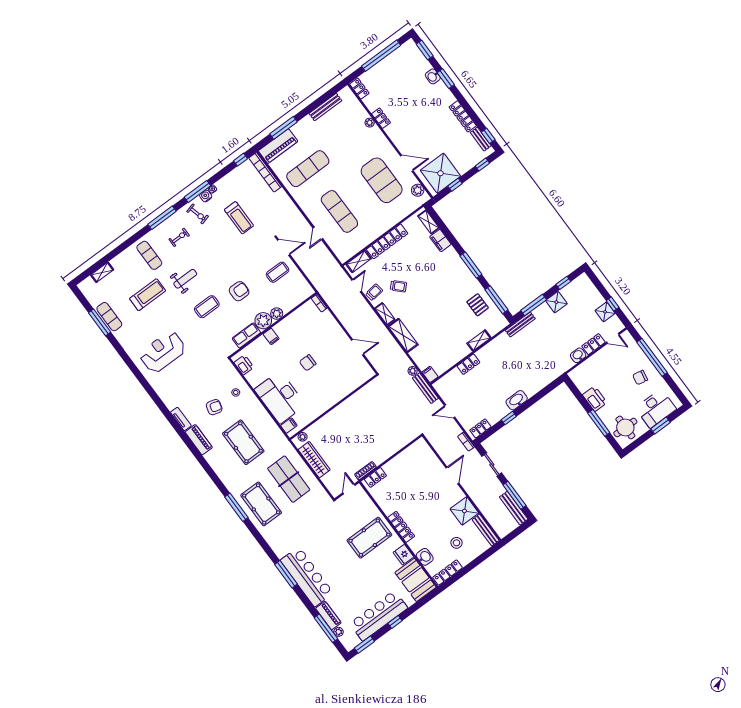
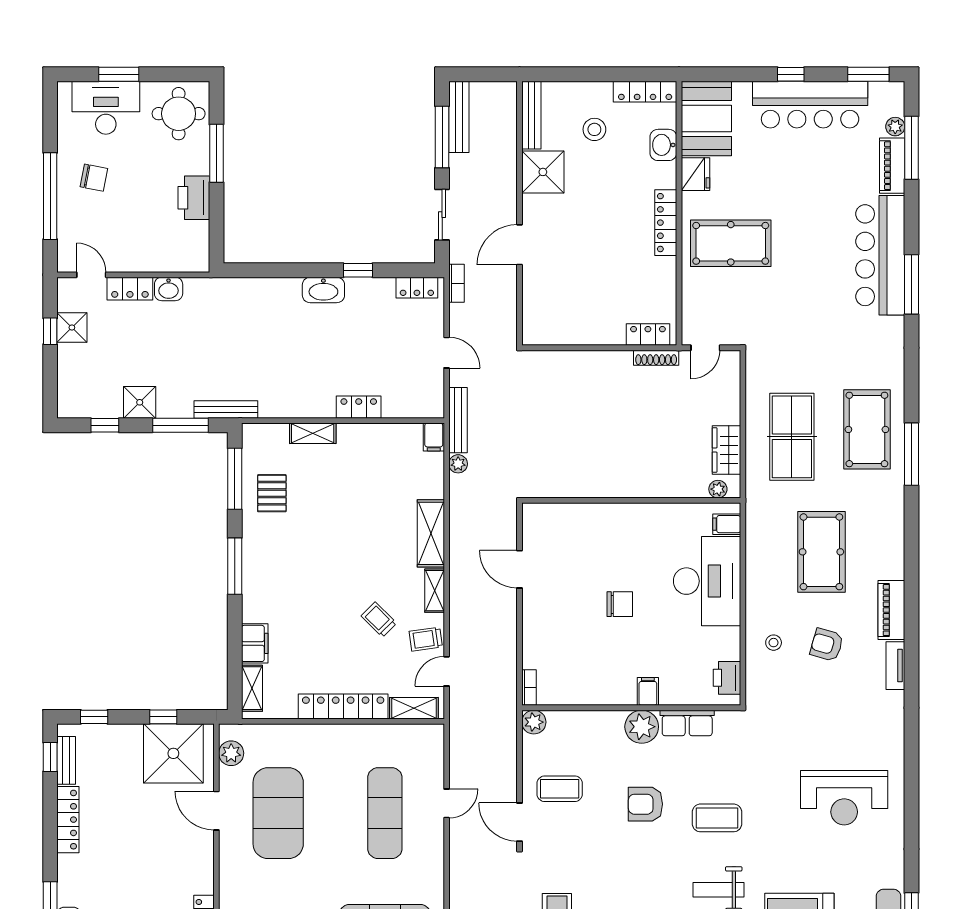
plant: (277, 314) -> (534, 722), moved
wardrobe: (314, 460) -> (726, 450), width x0.67

